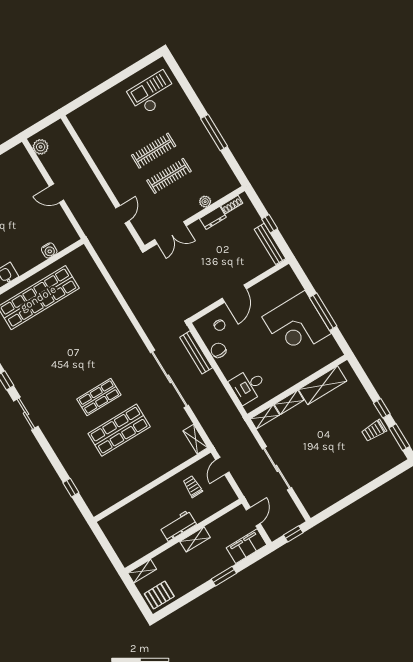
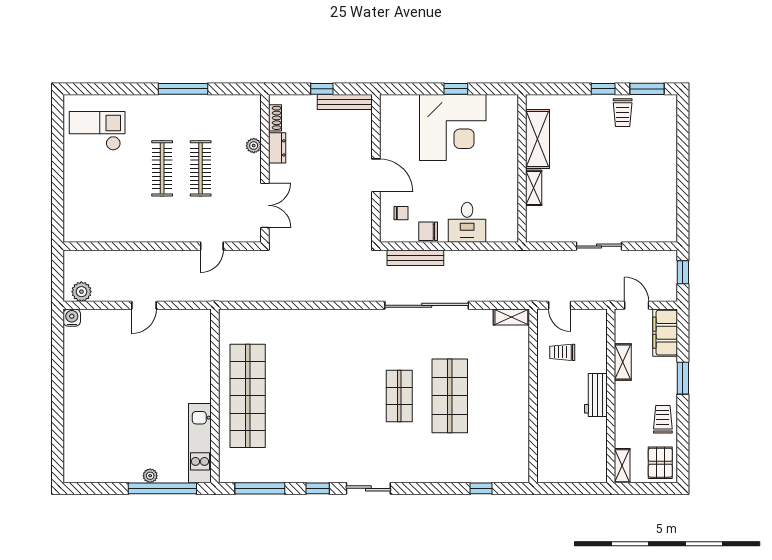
checkout: (152, 93) -> (97, 131), turned 90
door: (122, 214) -> (212, 246), swing flipped
water cooler: (49, 250) -> (72, 318), moved, turned -90
window: (323, 312) -> (456, 89), width x0.46
desk: (248, 386) -> (467, 222), moved
shelving: (265, 417) -> (534, 225), removed
sliding door: (277, 468) -> (599, 246), width x0.73
shelving: (195, 539) -> (623, 362), moved
trolley: (189, 579) -> (663, 419), added

